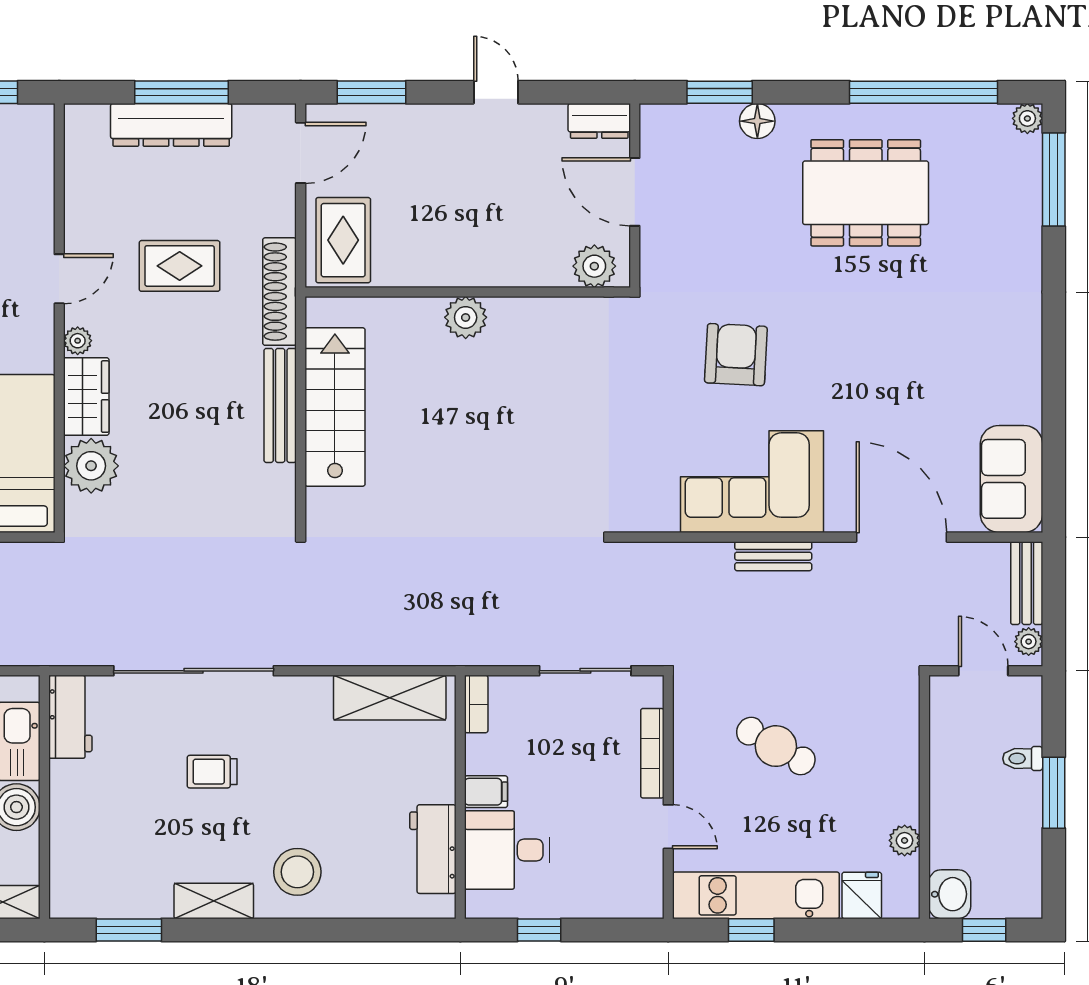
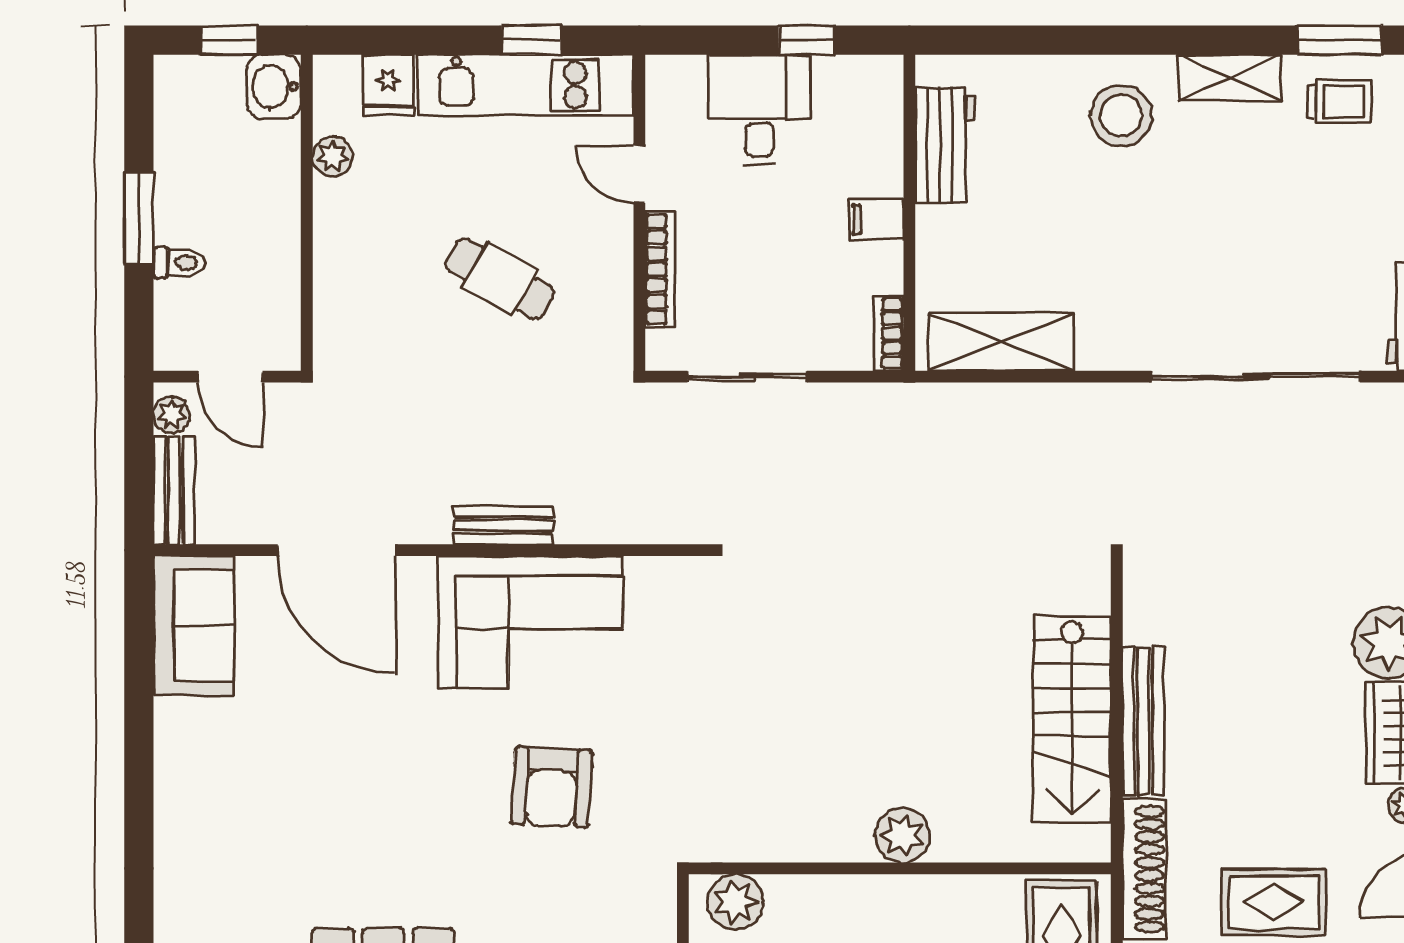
trolley: (212, 772) -> (1339, 102), moved
desk: (507, 850) -> (759, 110), moved, turned -90

